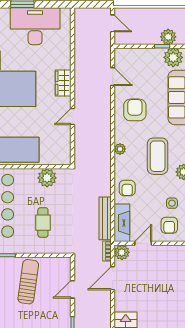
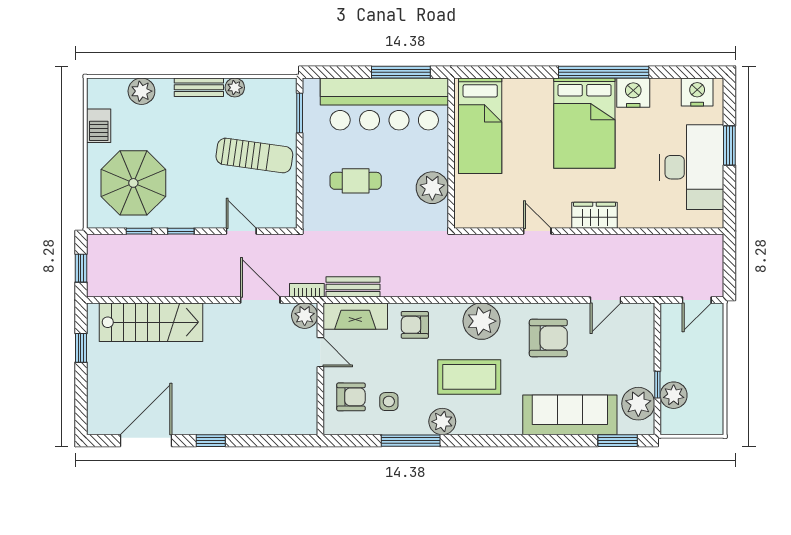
plant: (120, 149) -> (482, 321), width x1.88, depth x1.88
bench: (105, 218) -> (353, 287), width x0.73
armchair: (169, 225) -> (351, 397), turned 180

